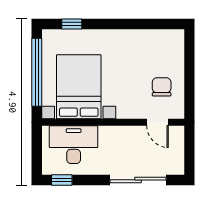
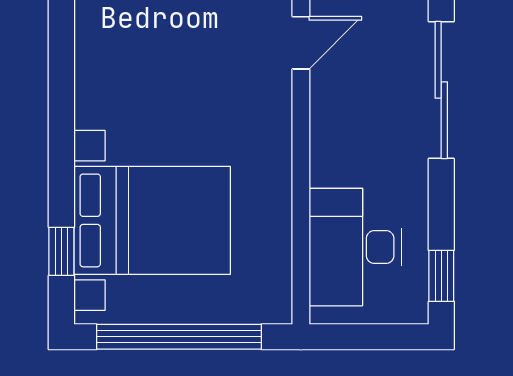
bed with nightstands: (79, 87) -> (152, 220), moved, turned 180
chair: (162, 87) -> (215, 33), removed

